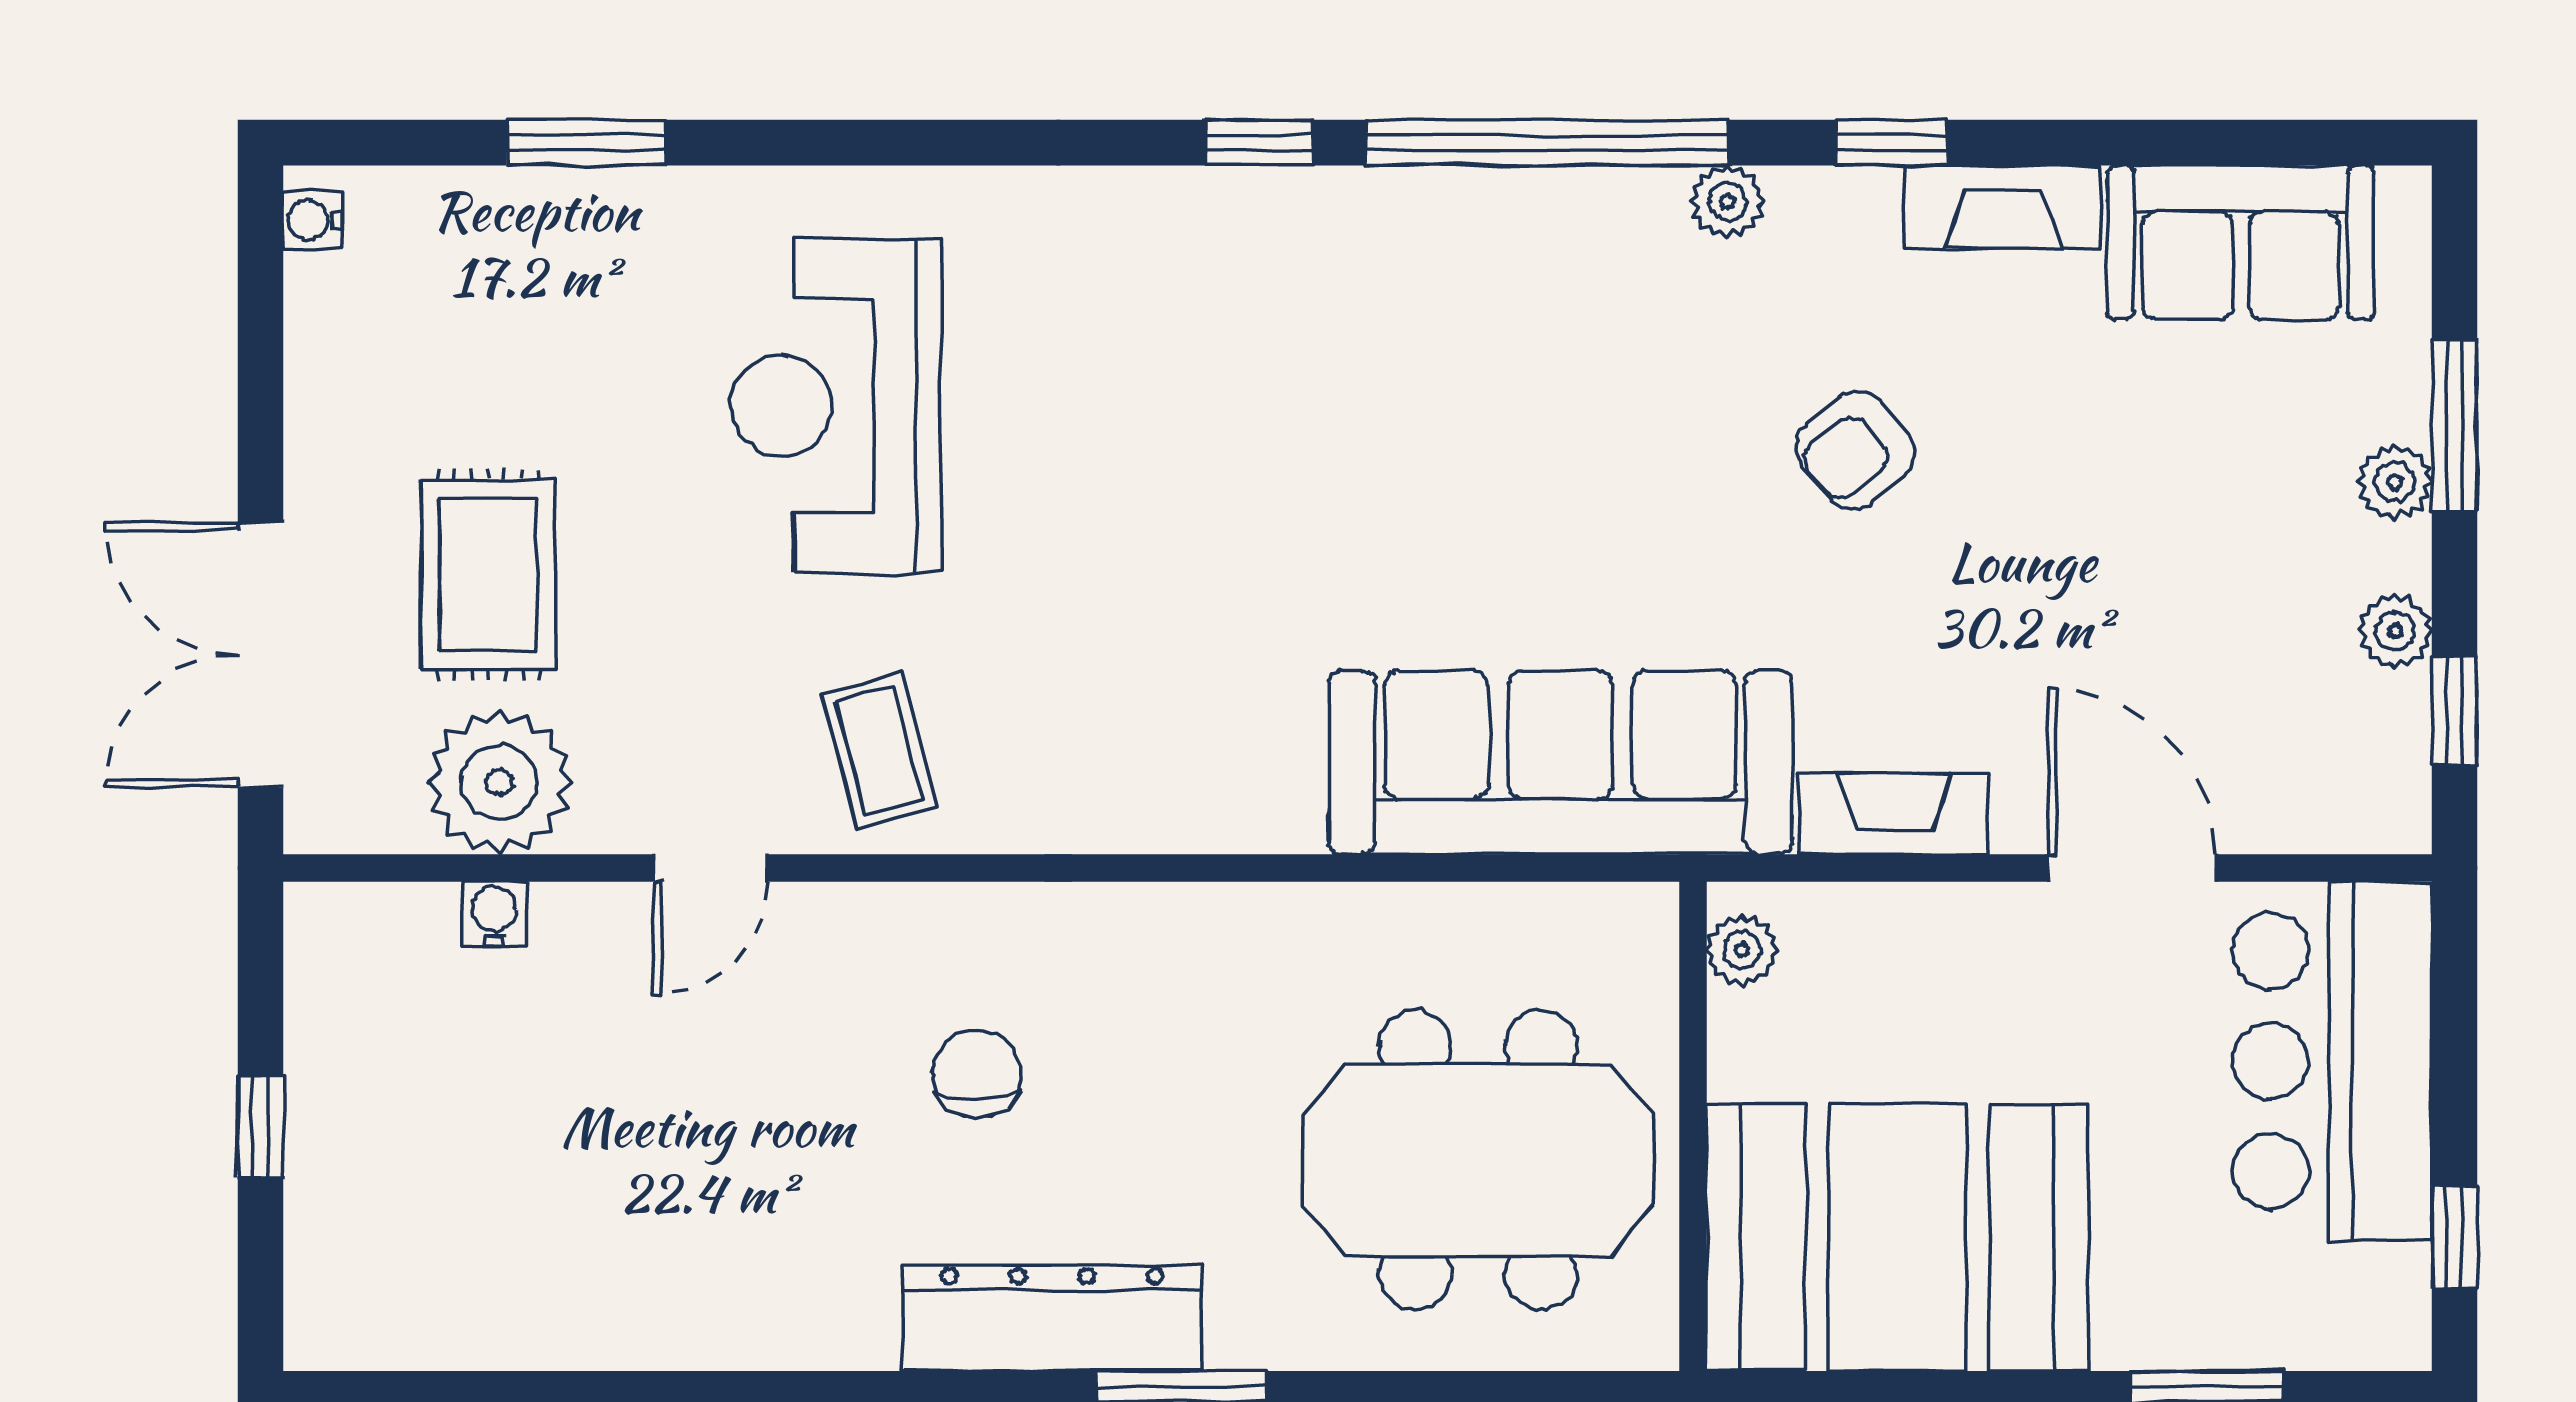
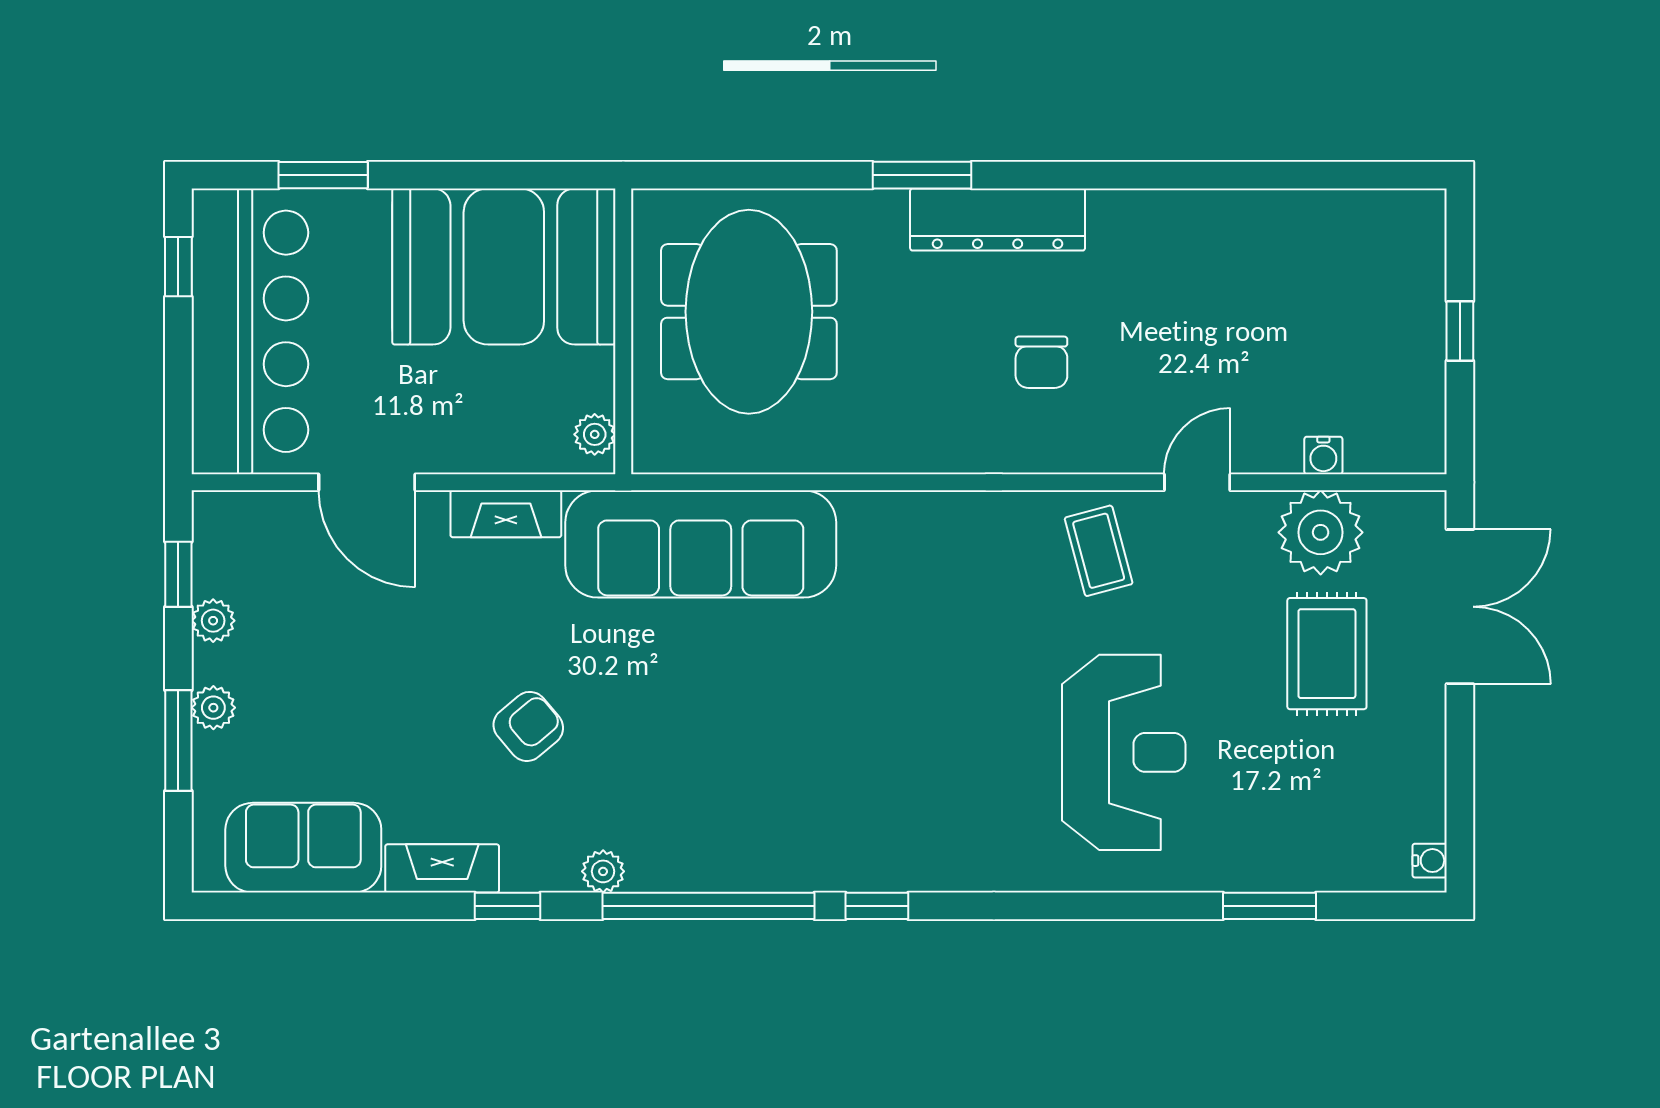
bar counter: (2332, 1061) -> (250, 331), width x1.36
meeting table: (1478, 1160) -> (749, 312), turned 90

